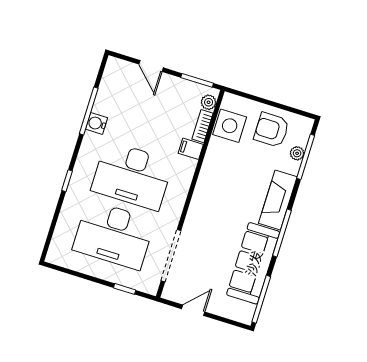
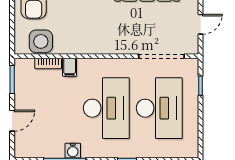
plant: (209, 102) -> (27, 65), removed
door: (193, 310) -> (201, 24), swing flipped

